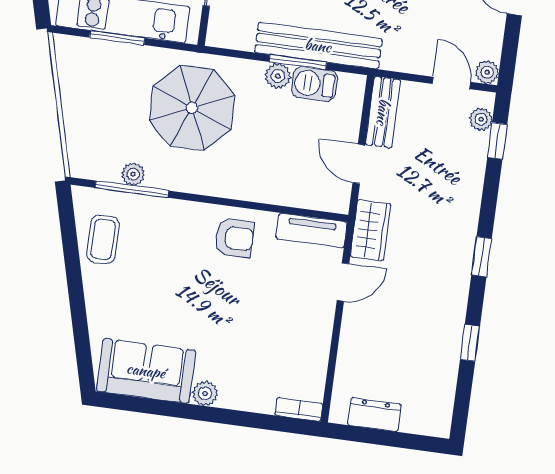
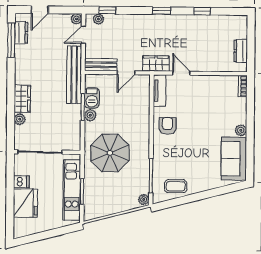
bench: (318, 46) -> (74, 75), moved
plant: (133, 174) -> (144, 199), moved

